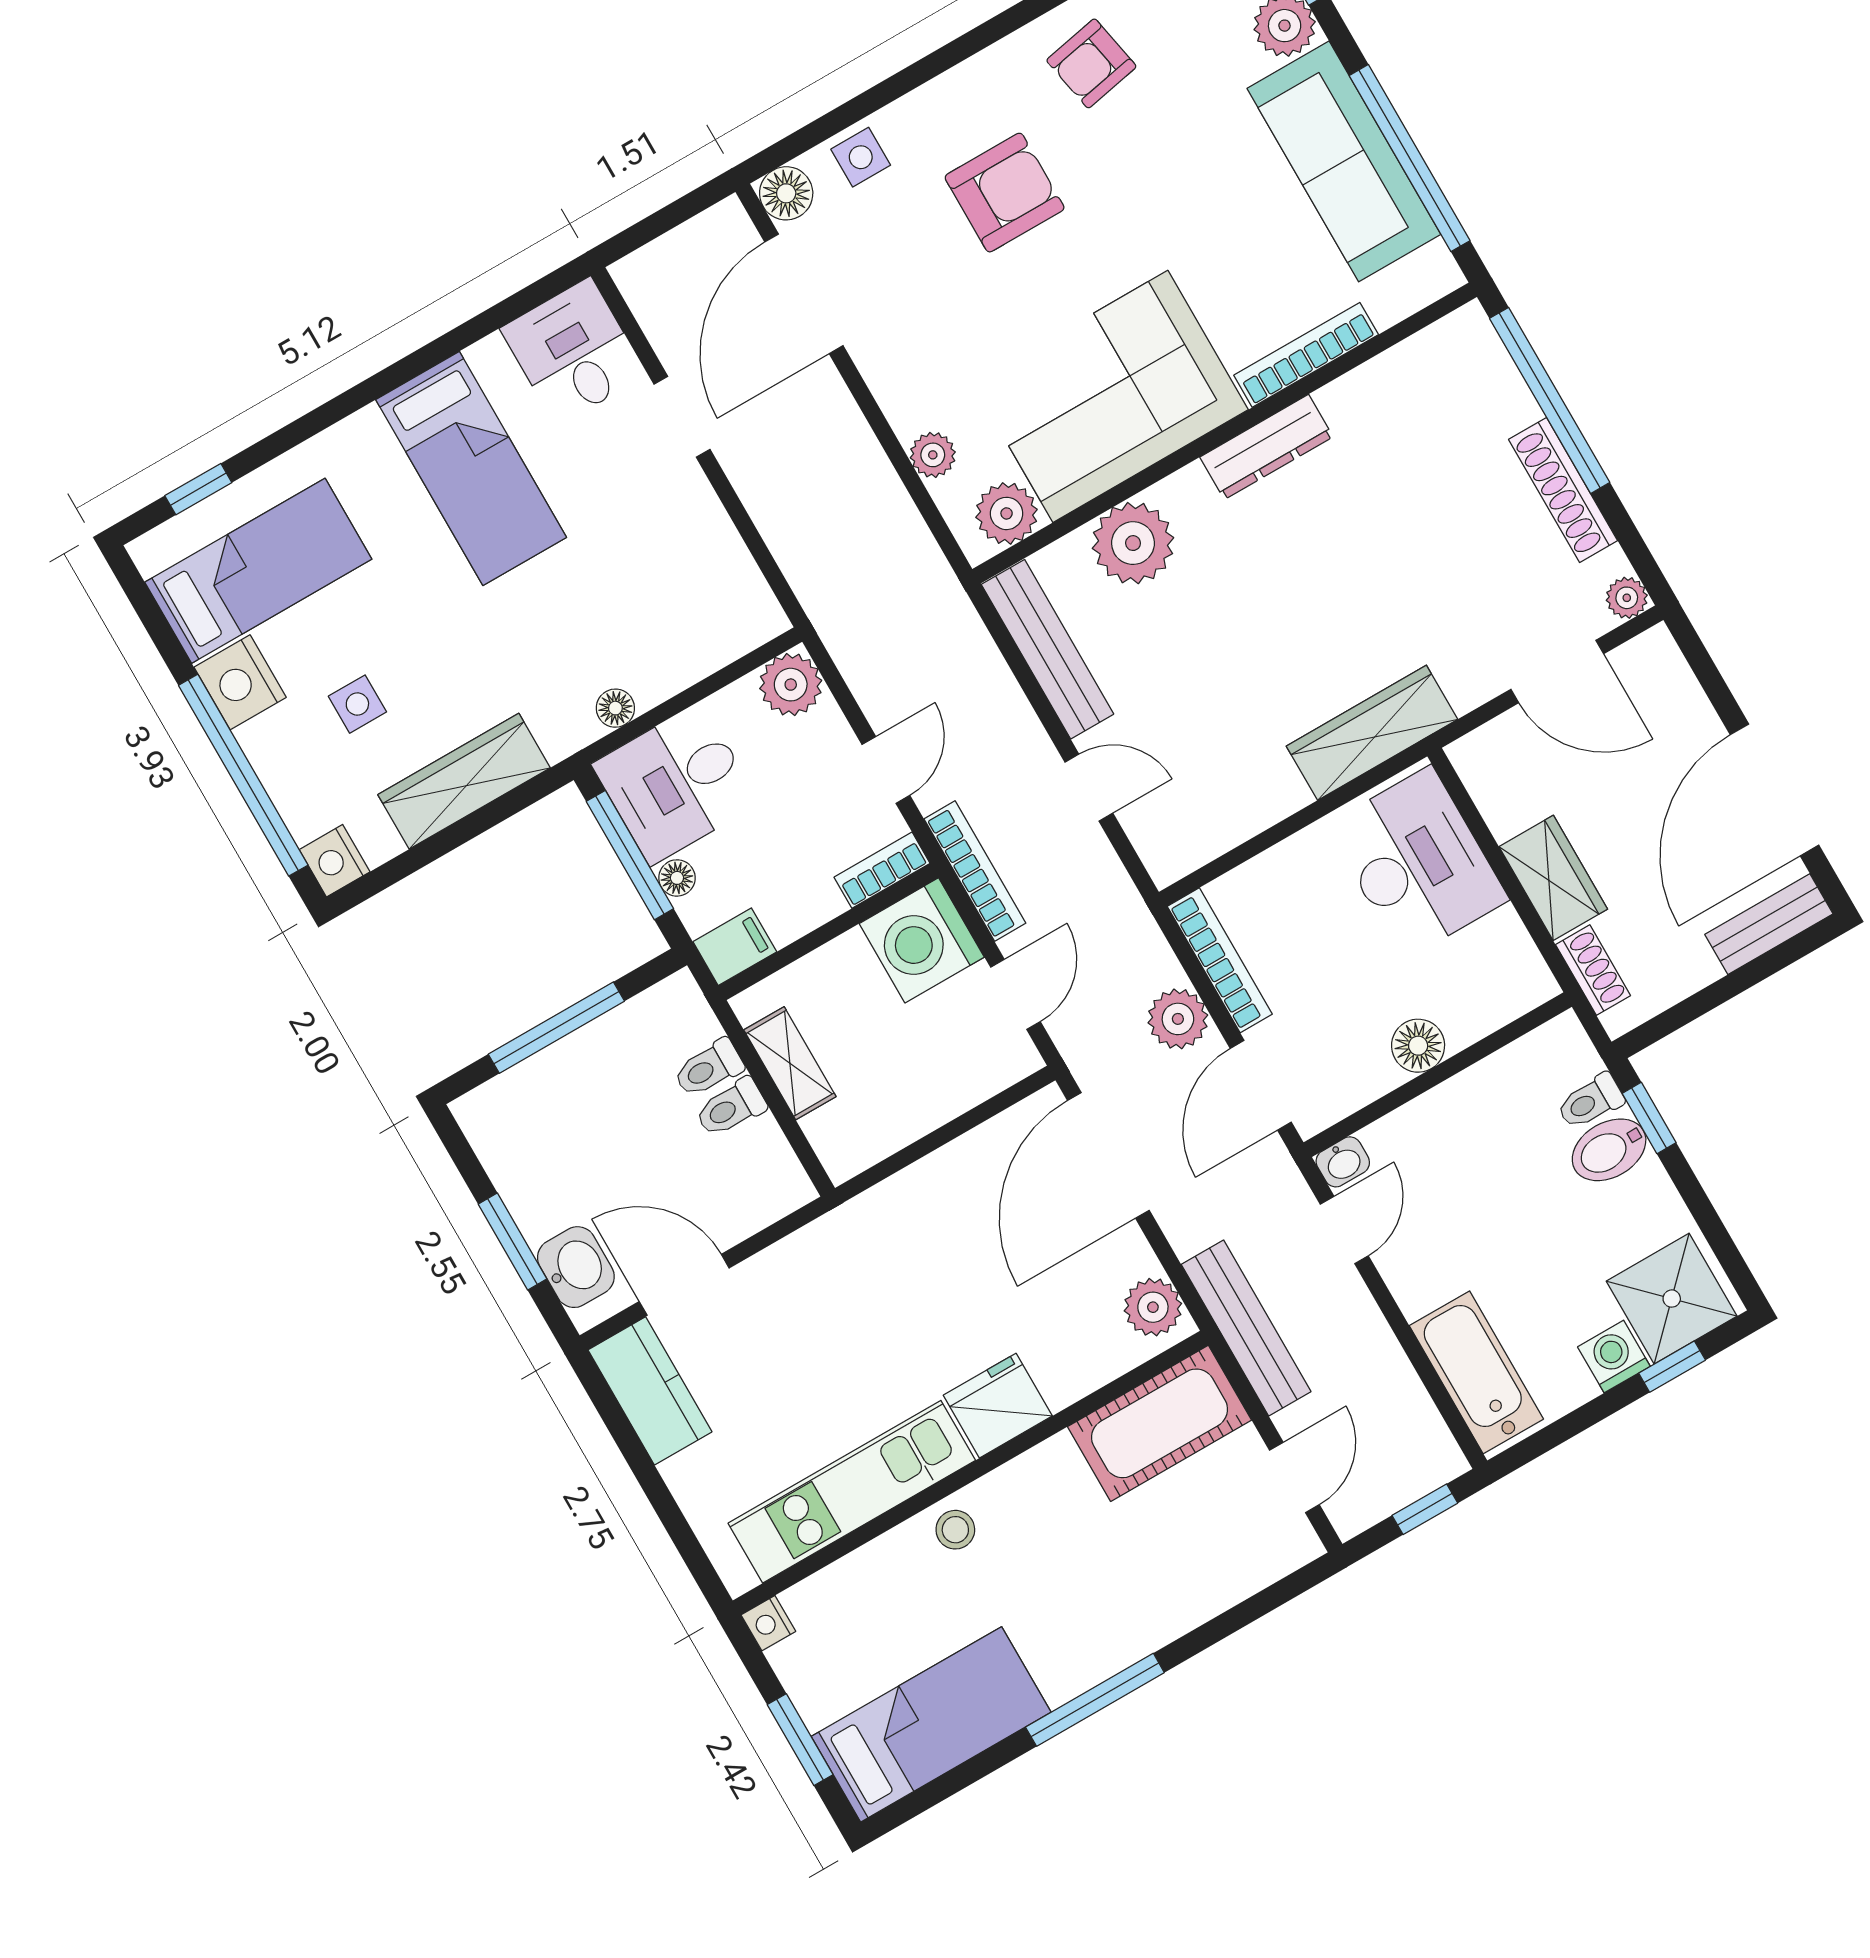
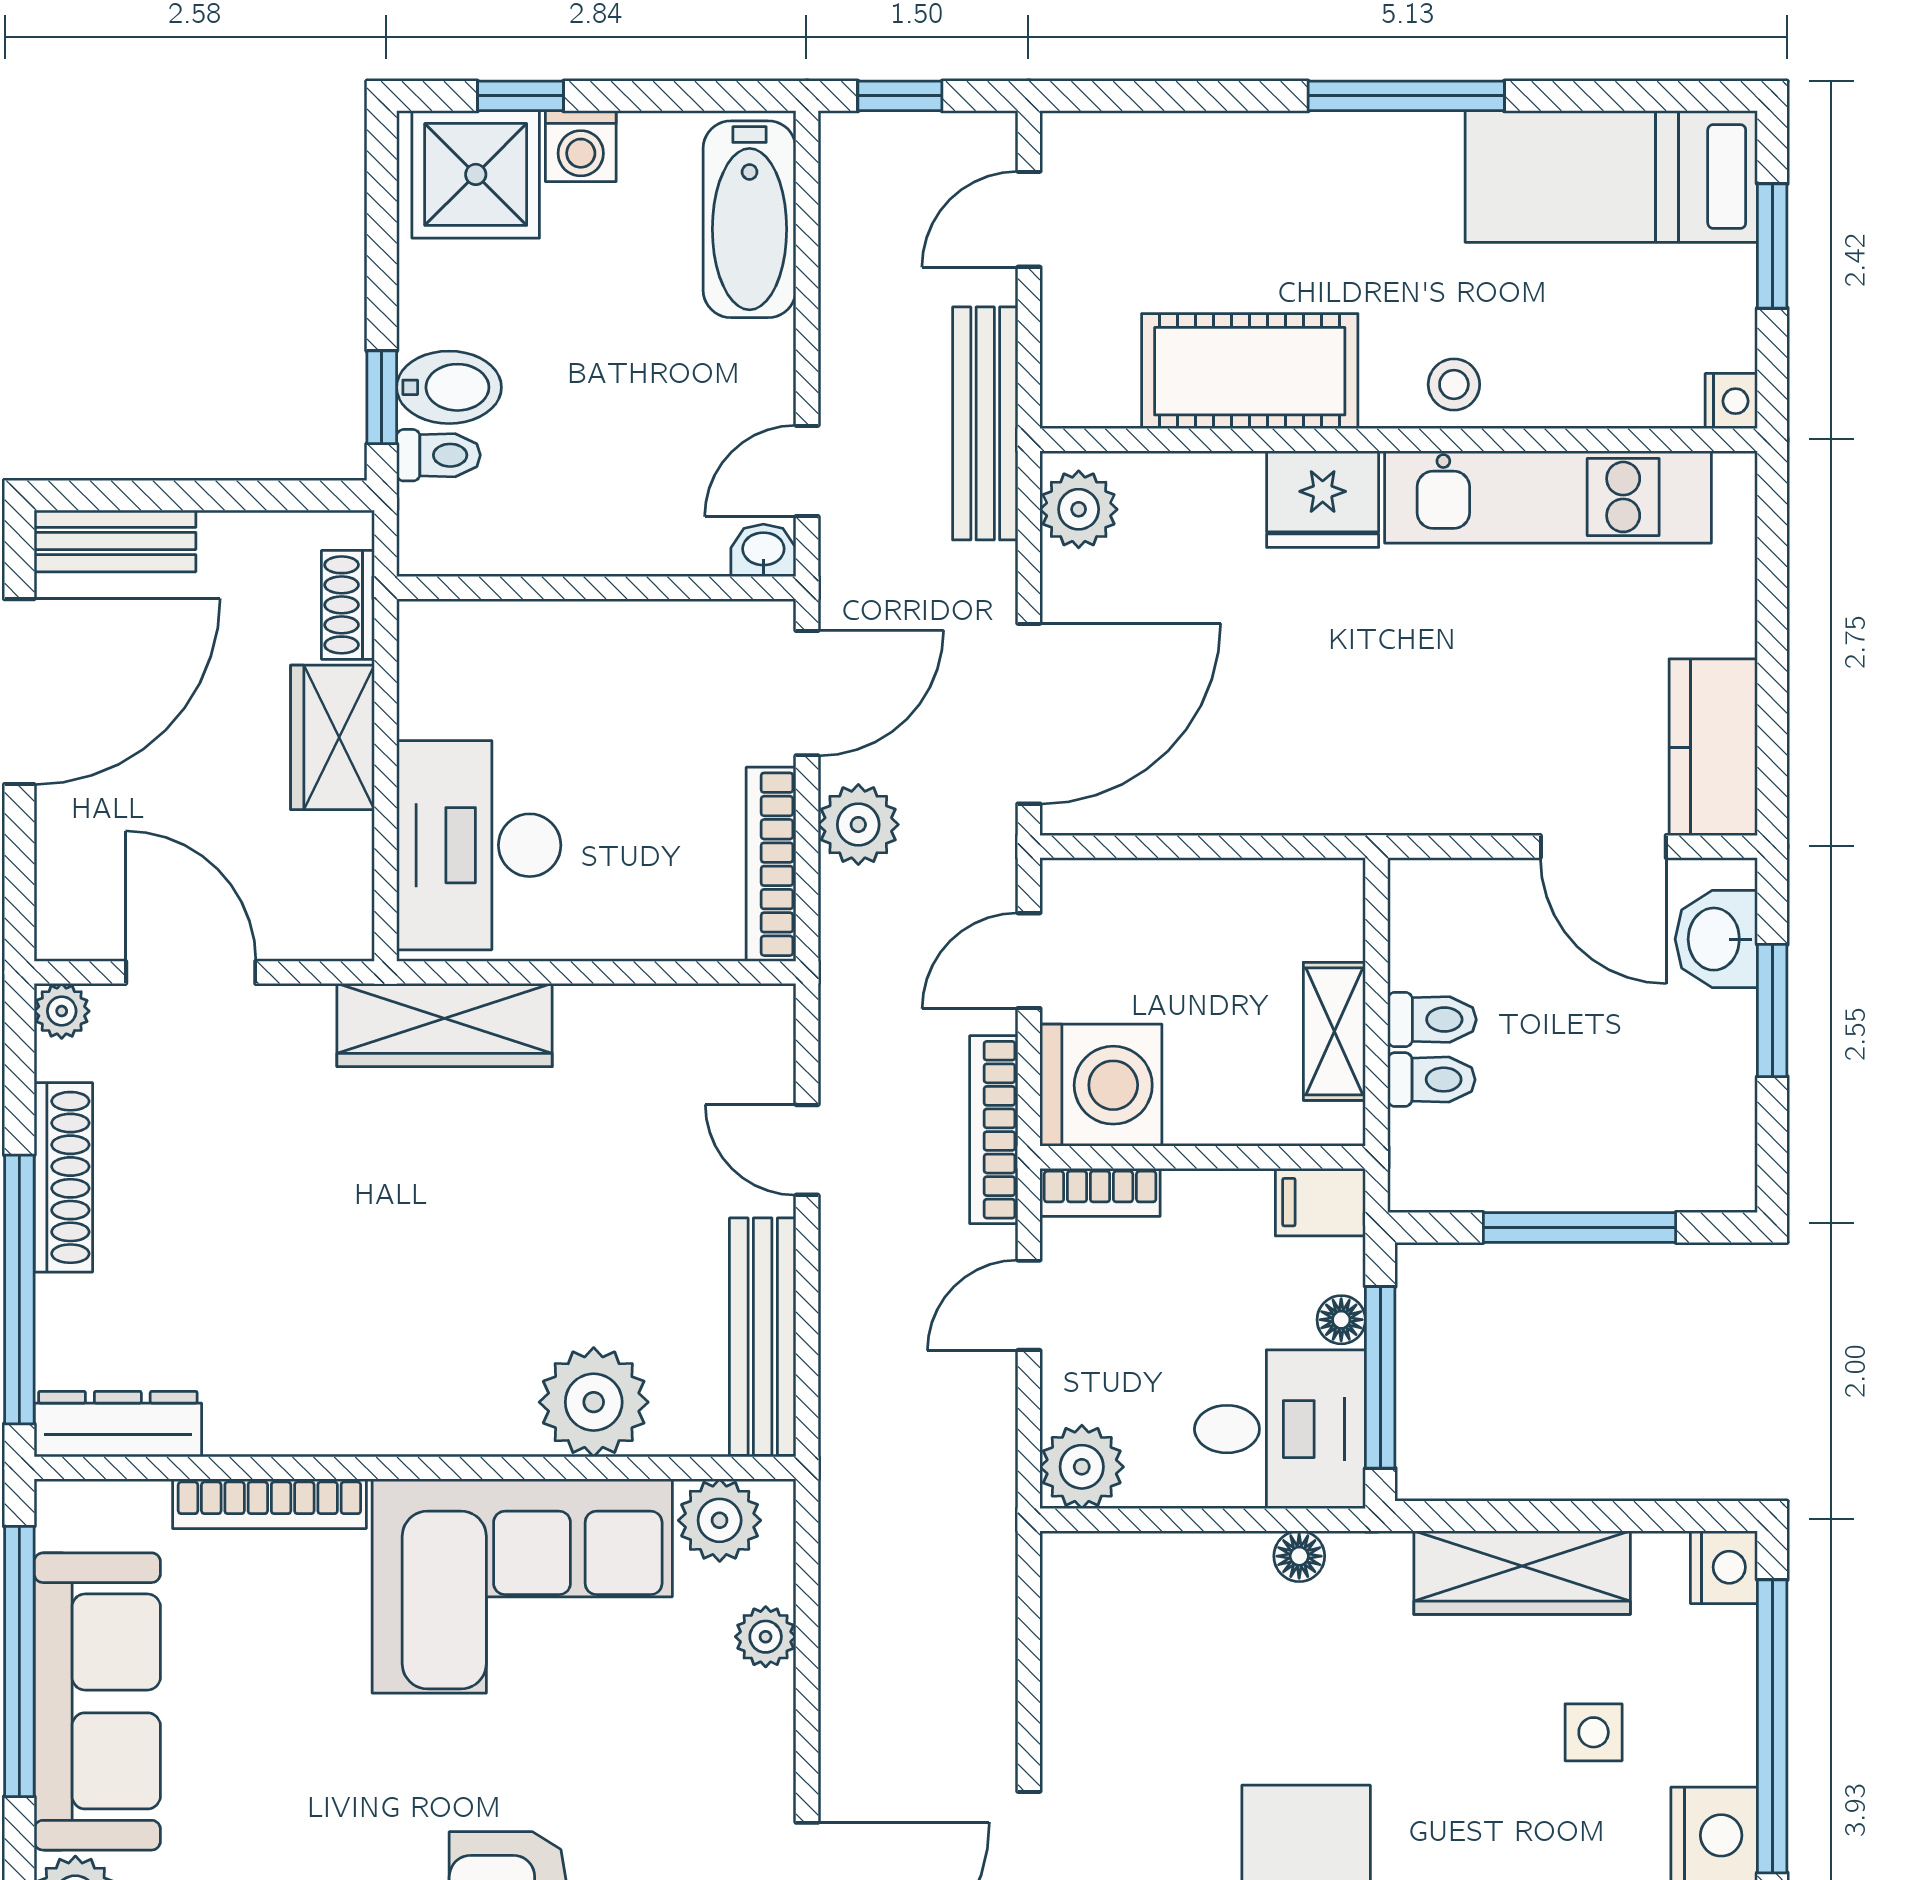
dresser: (1267, 447) -> (118, 1424), moved
floor lamp: (1418, 1046) -> (600, 634), removed
cot: (1160, 1423) -> (1250, 371), moved

